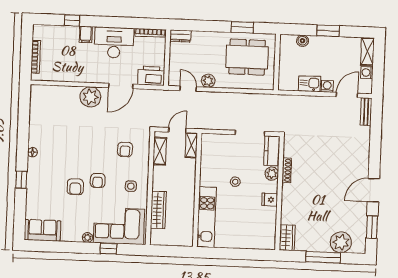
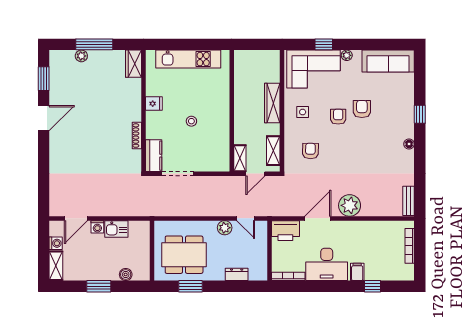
dresser: (180, 36) -> (237, 274), moved
bench: (366, 112) -> (409, 201), moved
plant: (272, 174) -> (153, 131), removed
wardrobe: (158, 210) -> (272, 103), moved
kitchen unit: (207, 217) -> (188, 59), moved, turned -90
sofa: (42, 230) -> (388, 61), width x1.36
plant: (341, 242) -> (81, 56), width x0.53, depth x0.53

